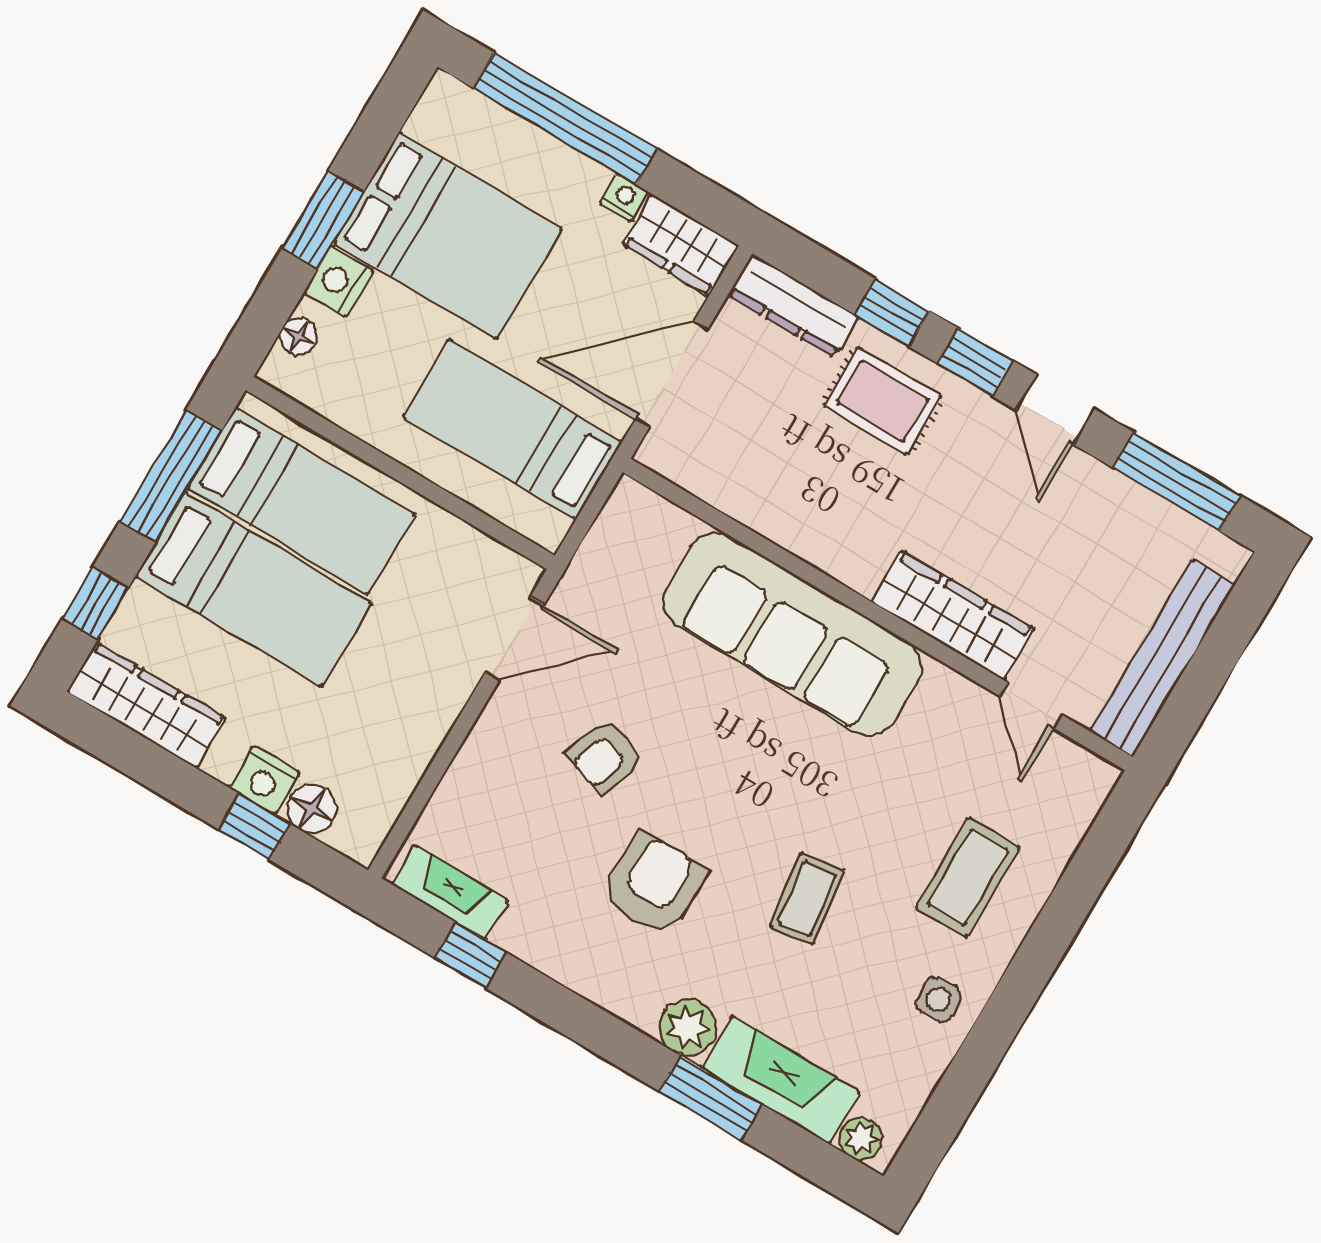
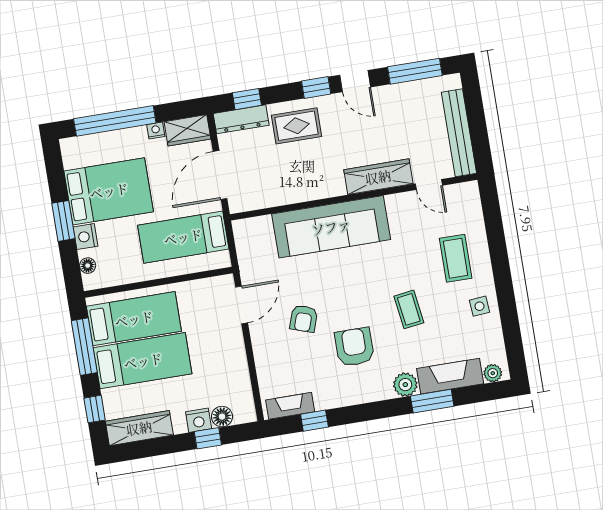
window: (892, 313) -> (247, 99), moved

